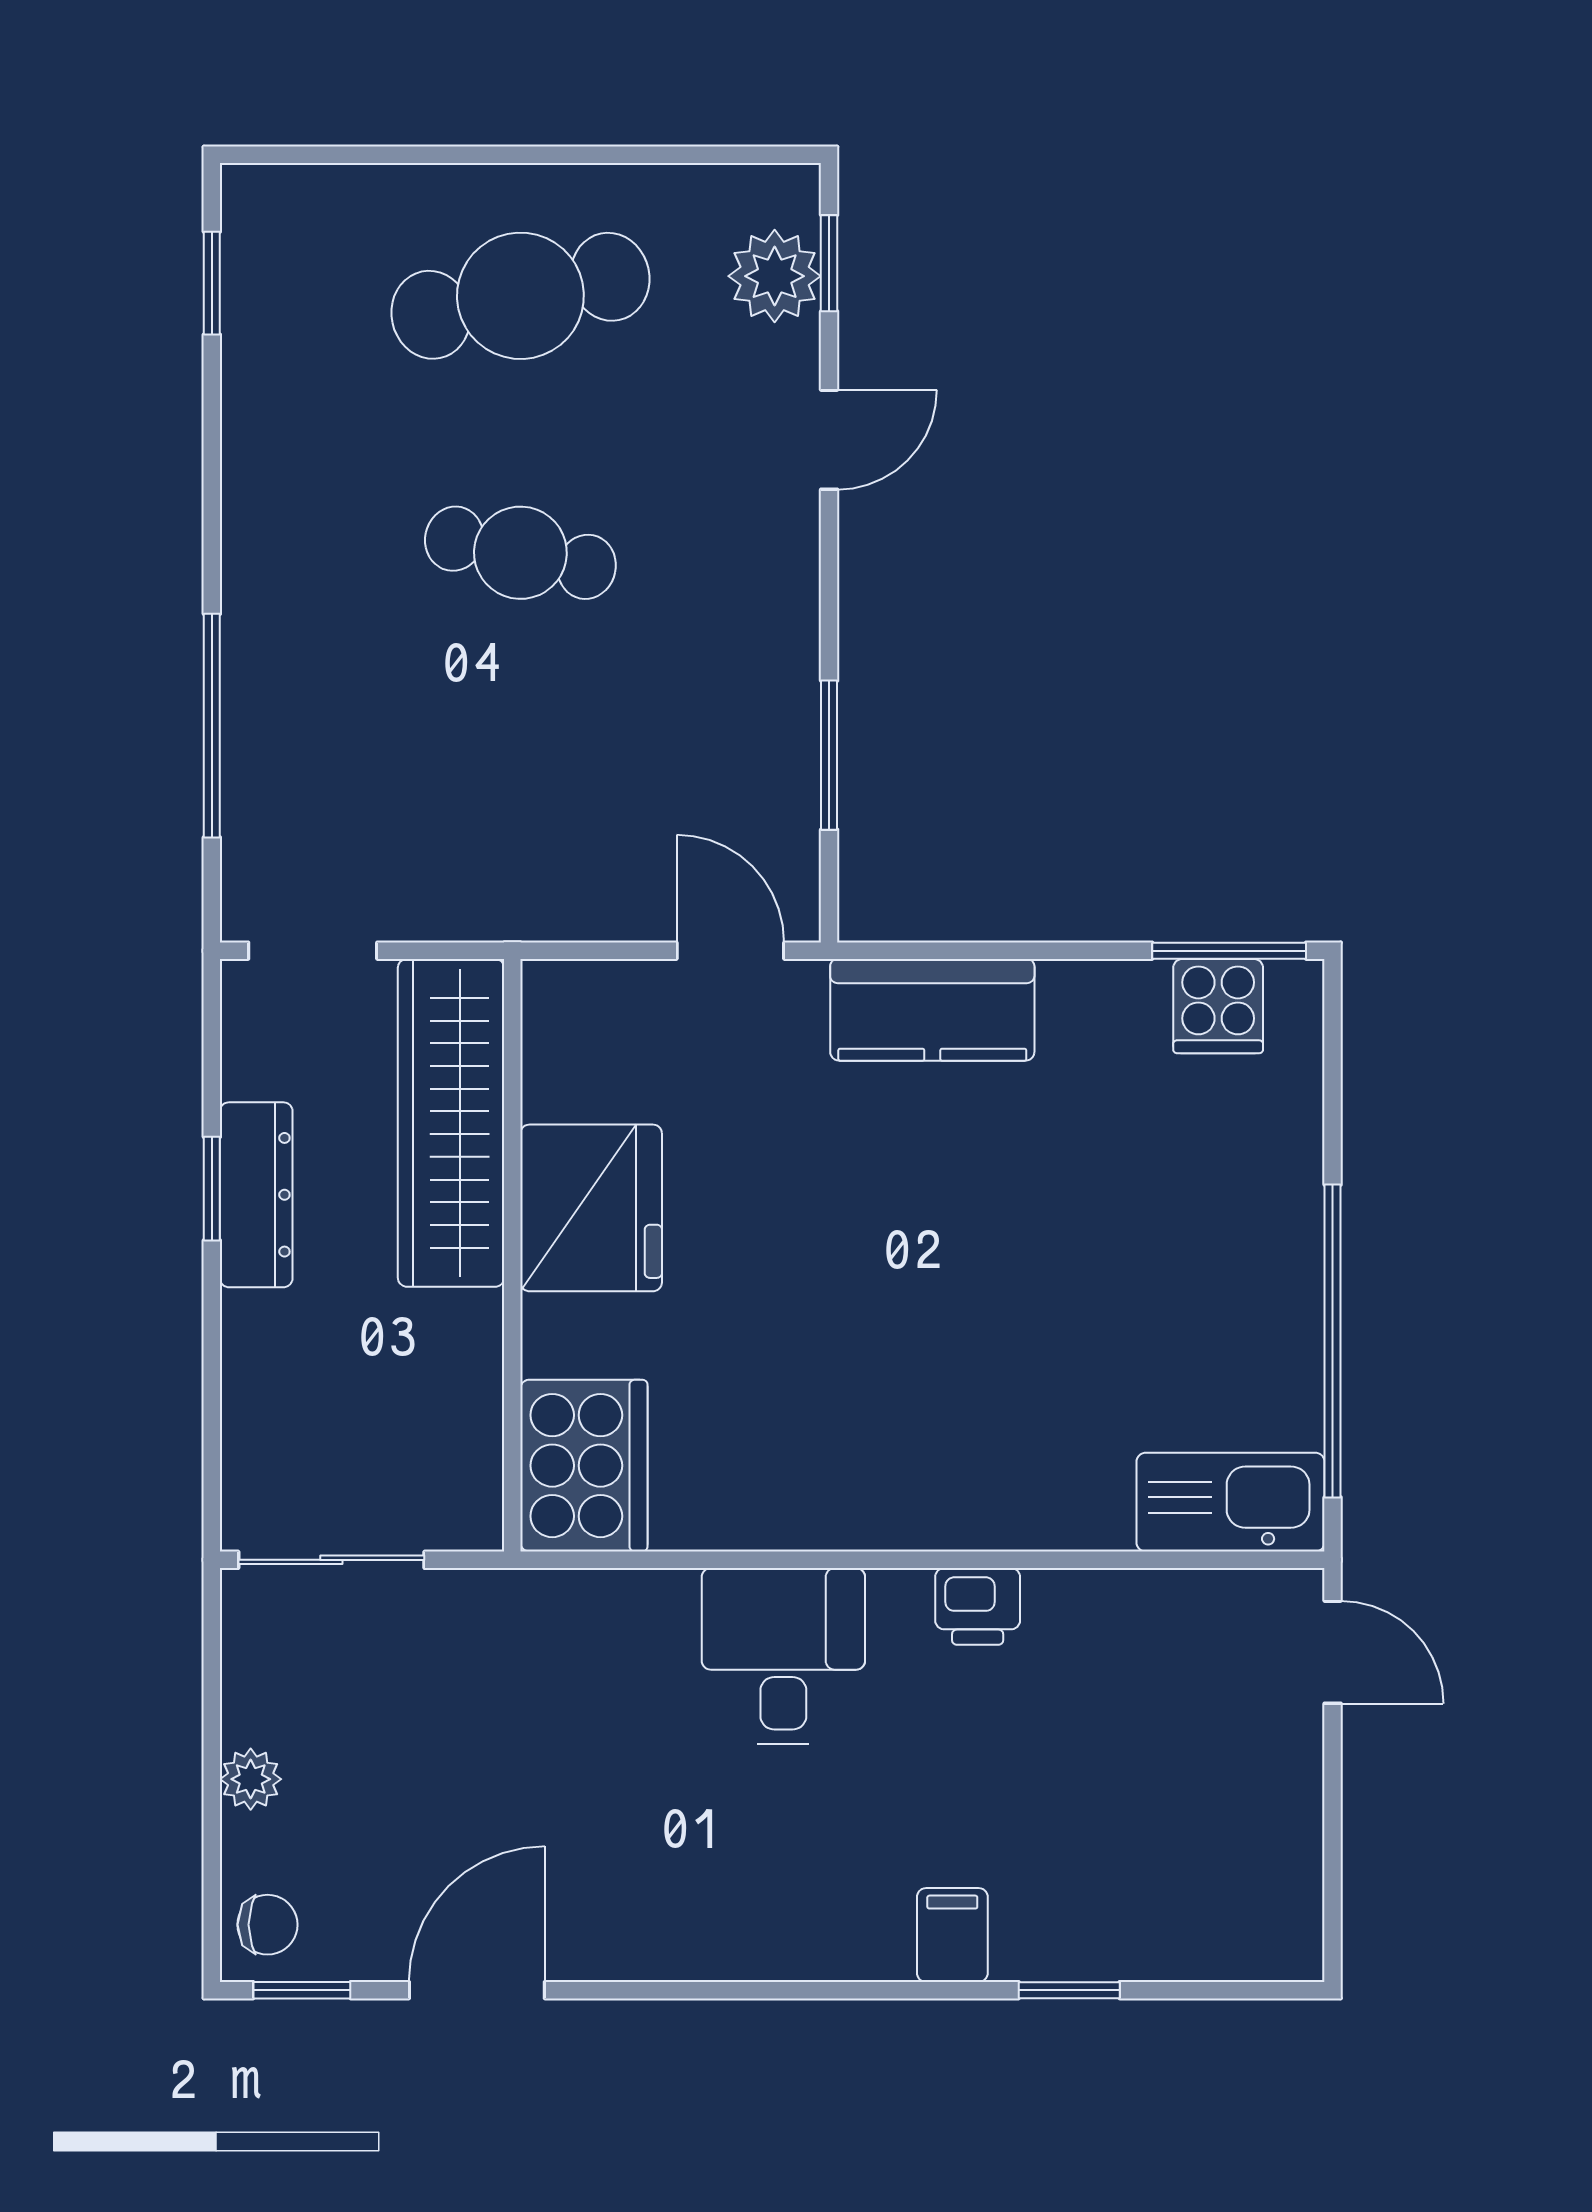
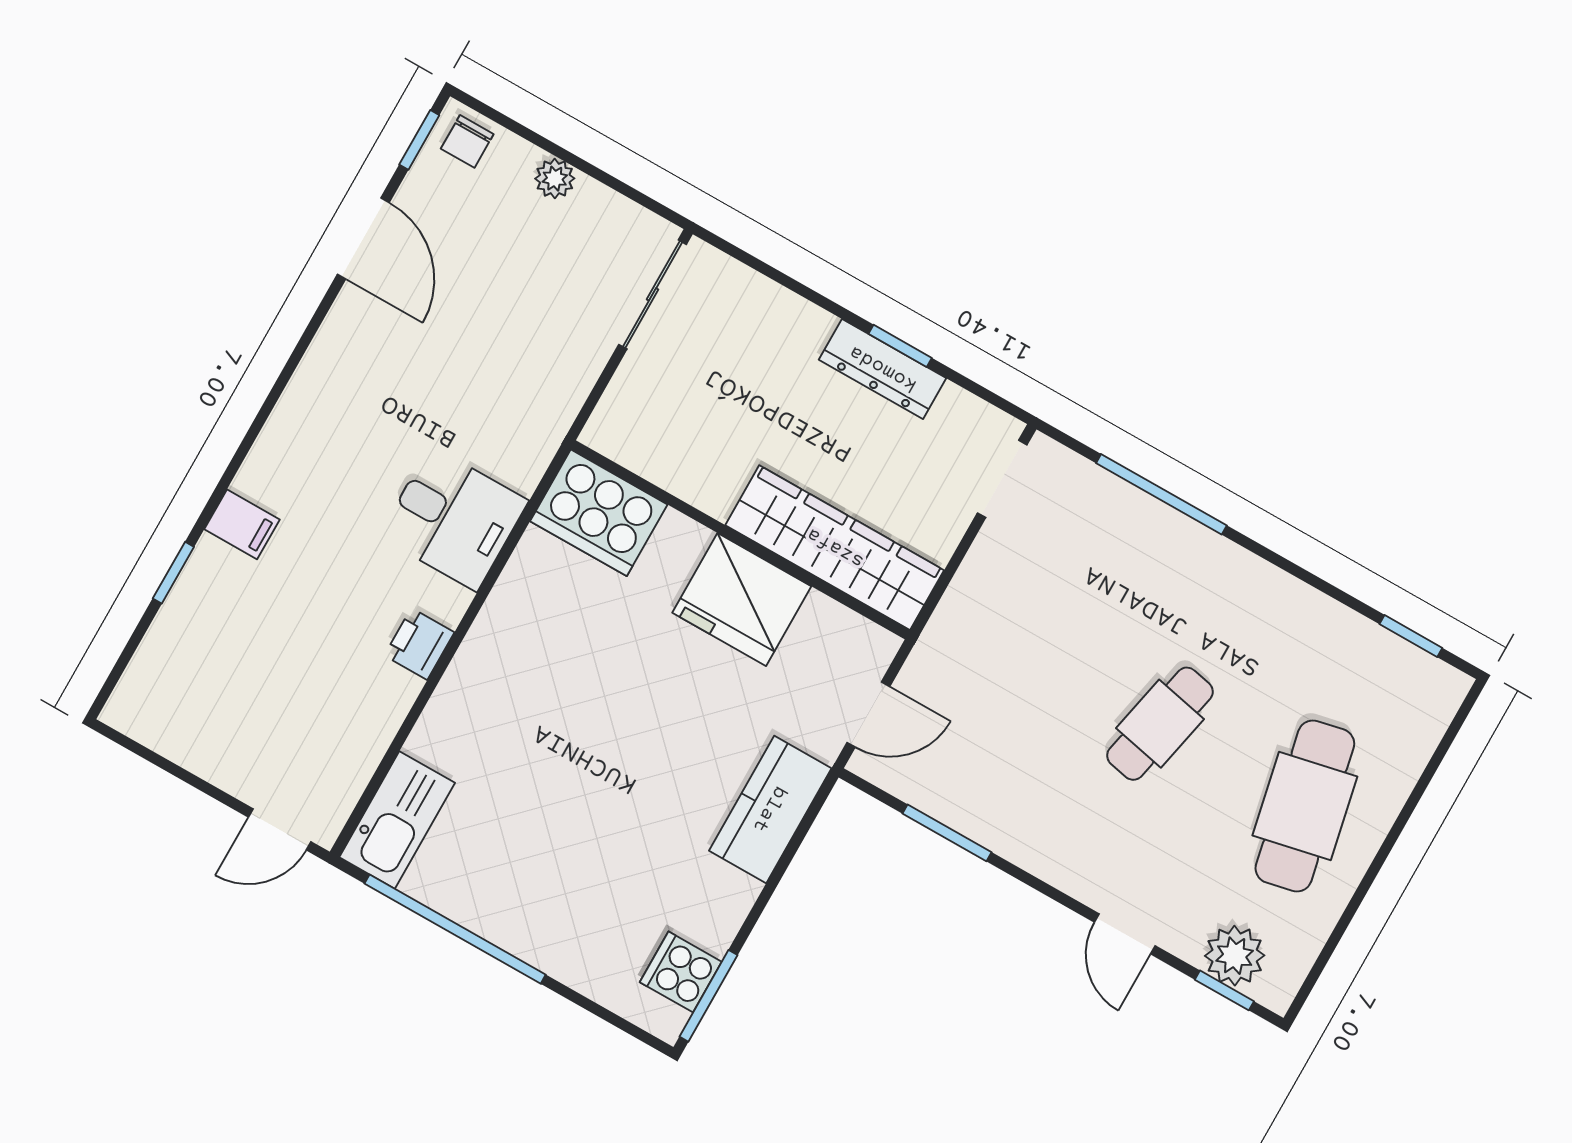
wardrobe: (451, 1123) -> (835, 548), moved
fridge: (591, 1208) -> (742, 599), moved
wall: (512, 1255) -> (740, 540), moved
cooker: (584, 1466) -> (599, 513), moved

